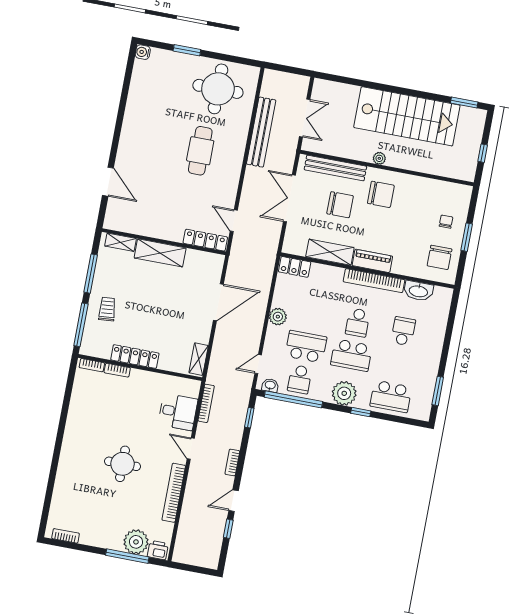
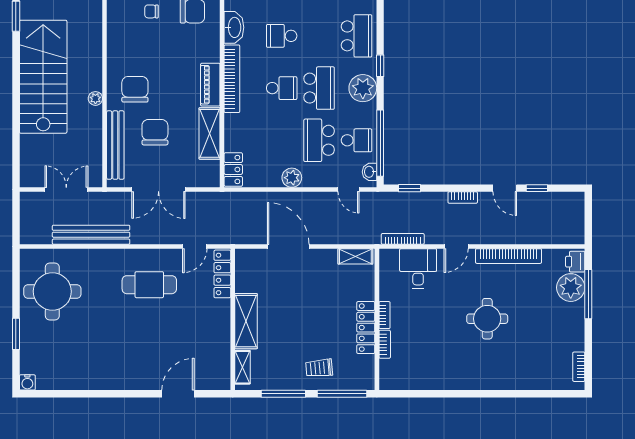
cafe table: (200, 151) -> (149, 285), moved
bookcase: (92, 365) -> (384, 315), moved

